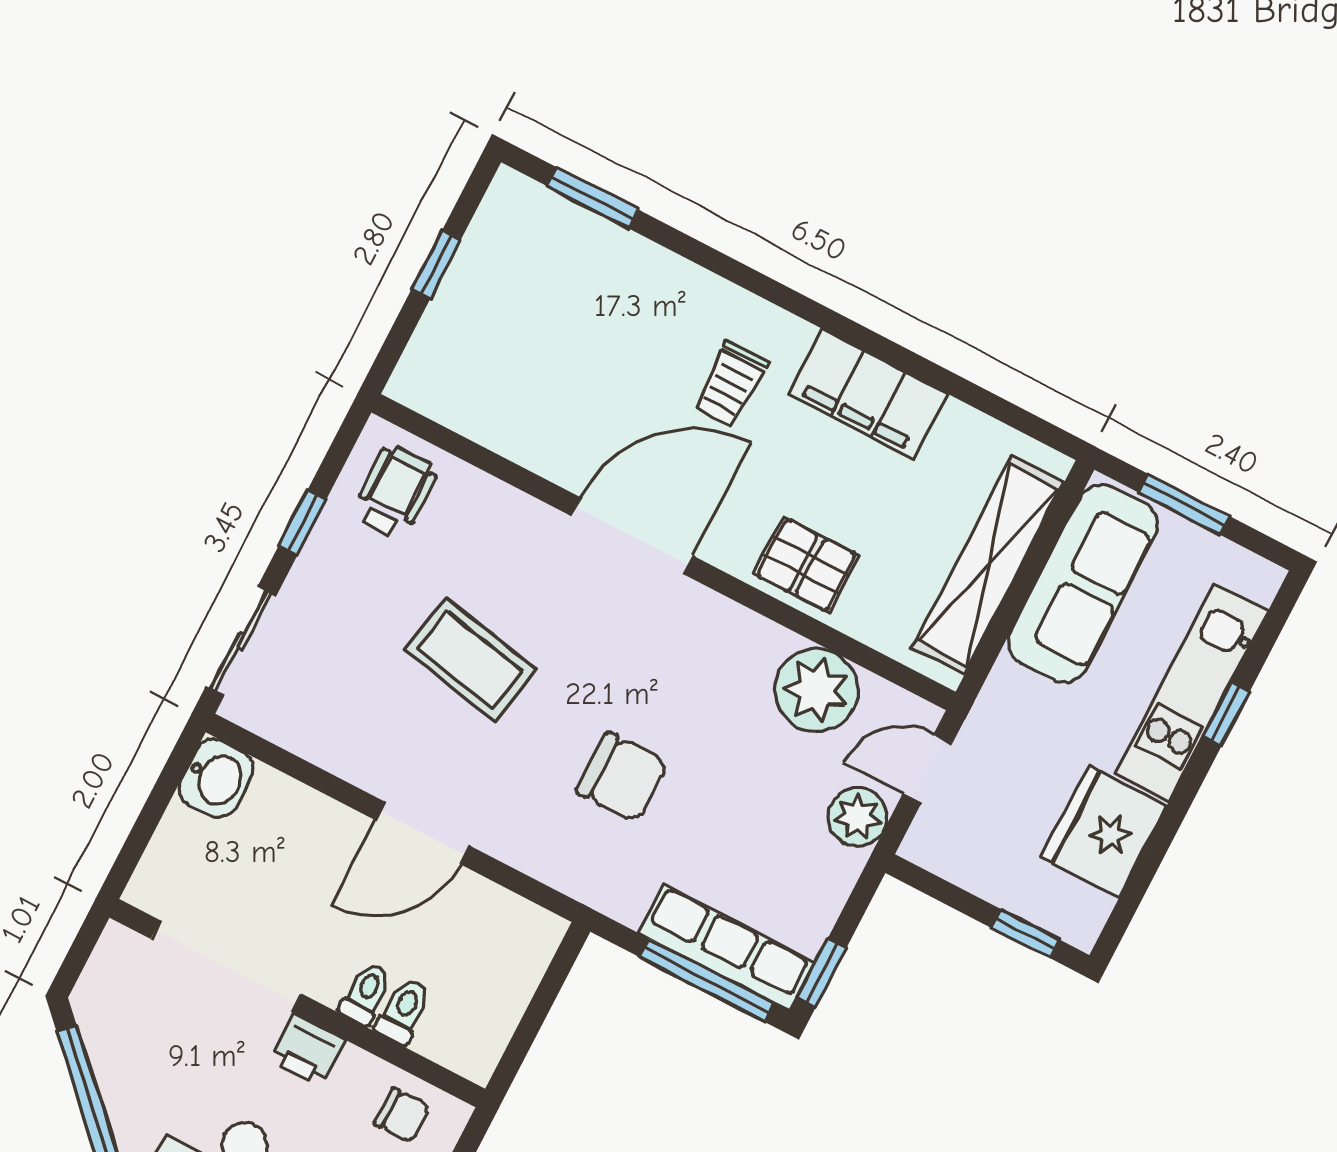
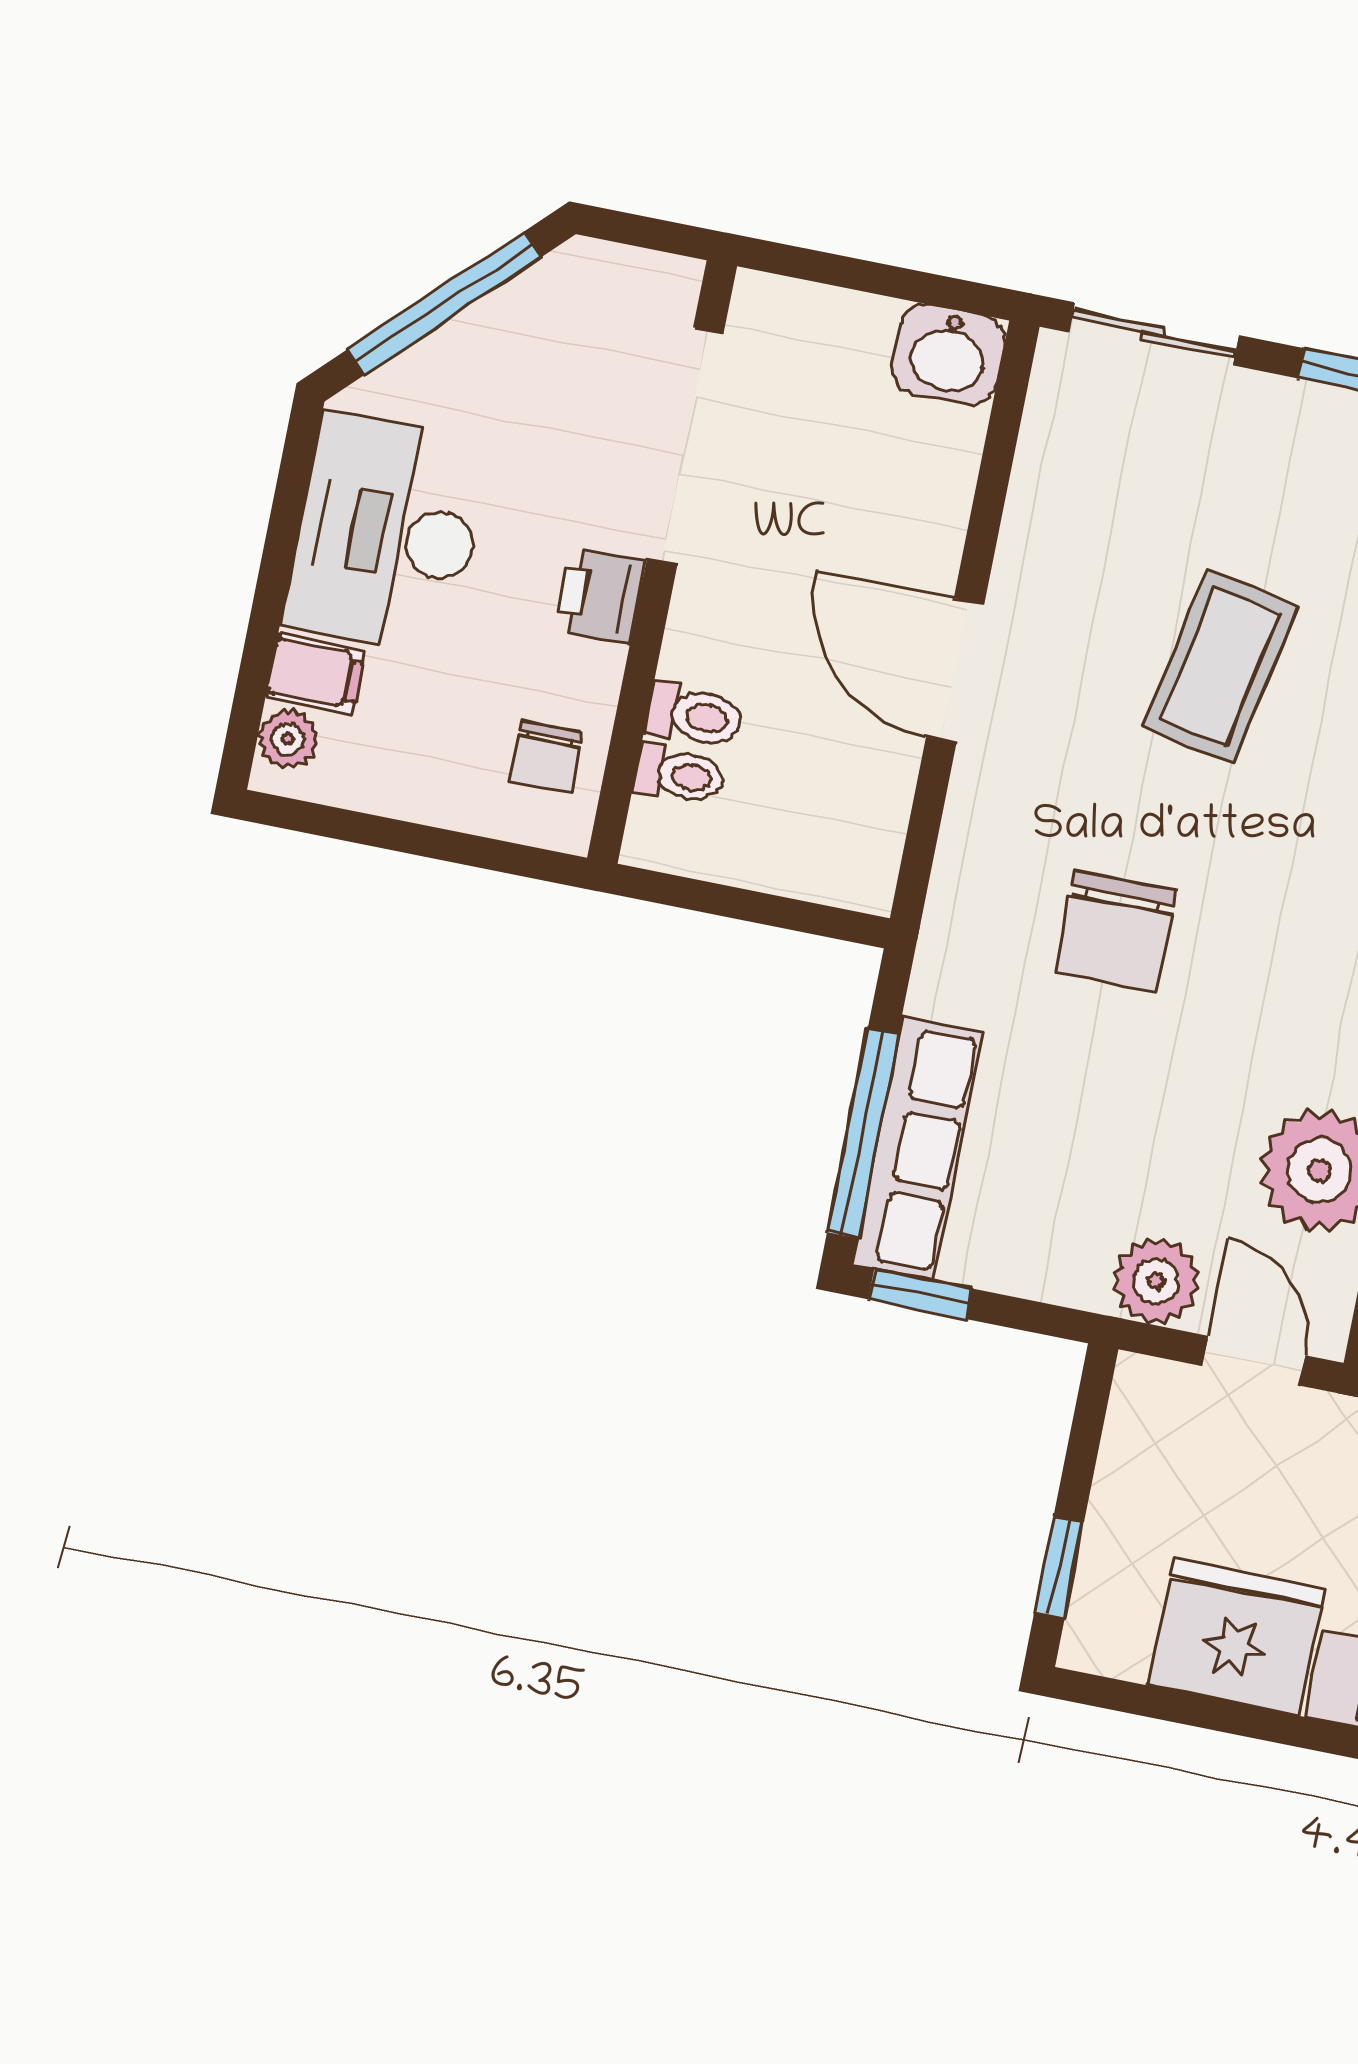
toilet: (366, 994) -> (680, 775), moved

